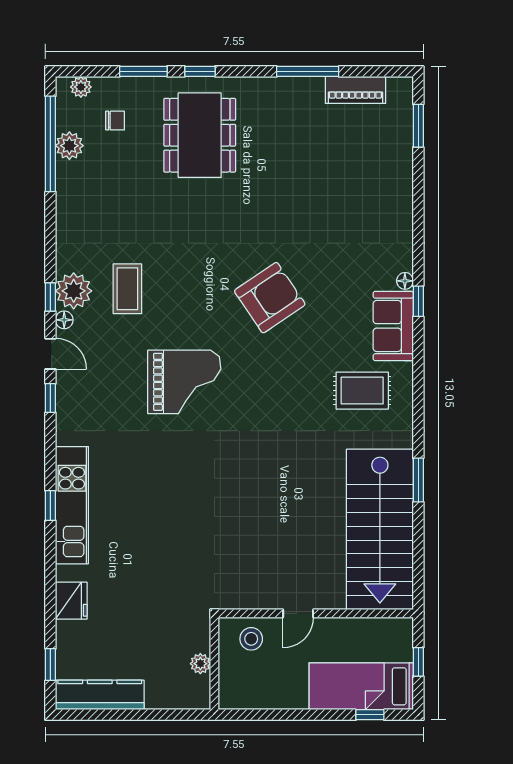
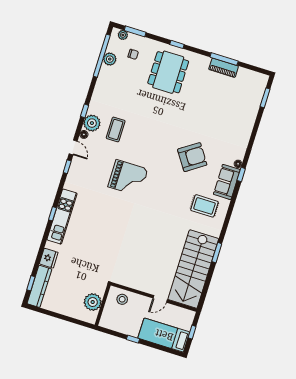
window: (143, 71) -> (135, 31), moved
piano: (355, 90) -> (224, 68), moved
window: (50, 297) -> (85, 111), moved
armchair: (270, 298) -> (192, 157), moved
door: (298, 613) -> (160, 299), moved
plant: (200, 664) -> (93, 302), width x1.88, depth x1.88
kitchen counter: (100, 695) -> (39, 286), moved, turned 90
window: (370, 715) -> (133, 339), moved

